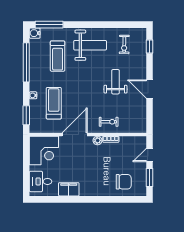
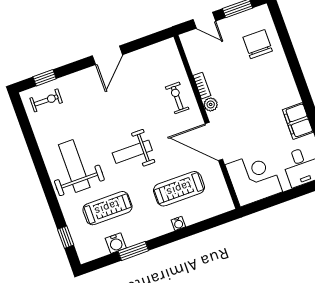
window: (49, 25) -> (66, 237), width x0.46
water cooler: (35, 33) -> (116, 243), moved
exercise bike: (124, 44) -> (46, 100), moved
window: (26, 62) -> (133, 251), width x0.47
weight bench: (115, 82) -> (132, 152), moved
window: (26, 115) -> (211, 223), removed

